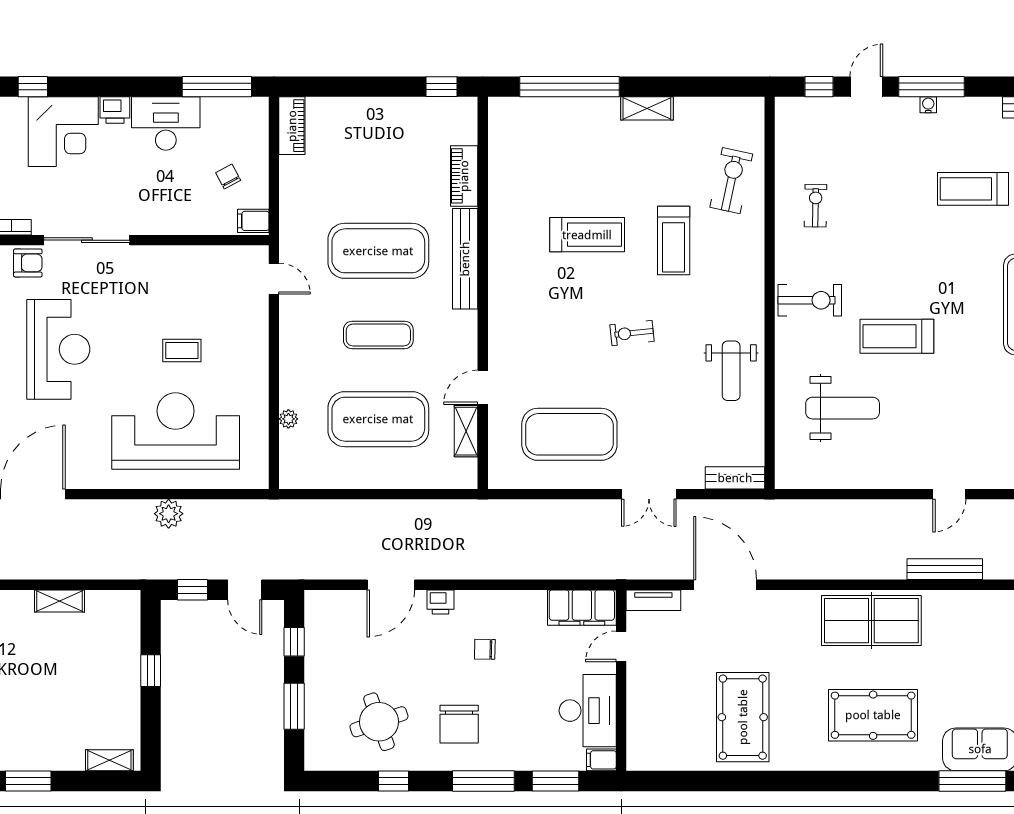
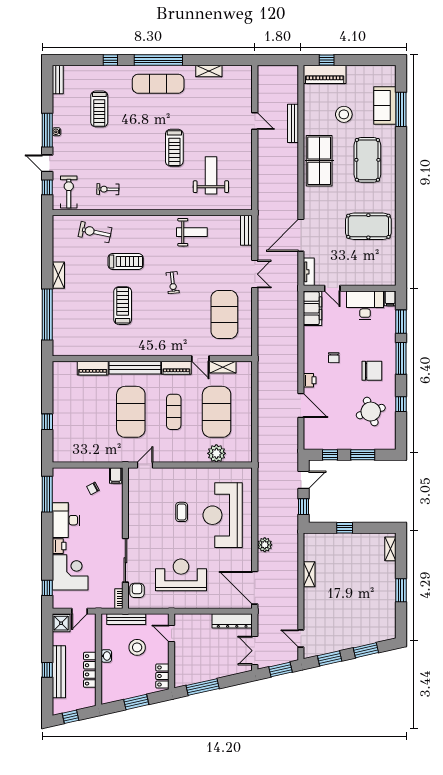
window: (442, 87) -> (47, 422), moved
piano: (292, 126) -> (176, 368), moved, turned 180
exercise bike: (810, 300) -> (69, 192), moved
plant: (288, 419) -> (216, 453), width x1.88, depth x1.88
plant: (169, 514) -> (265, 545), moved
stool: (962, 669) -> (344, 114), added

